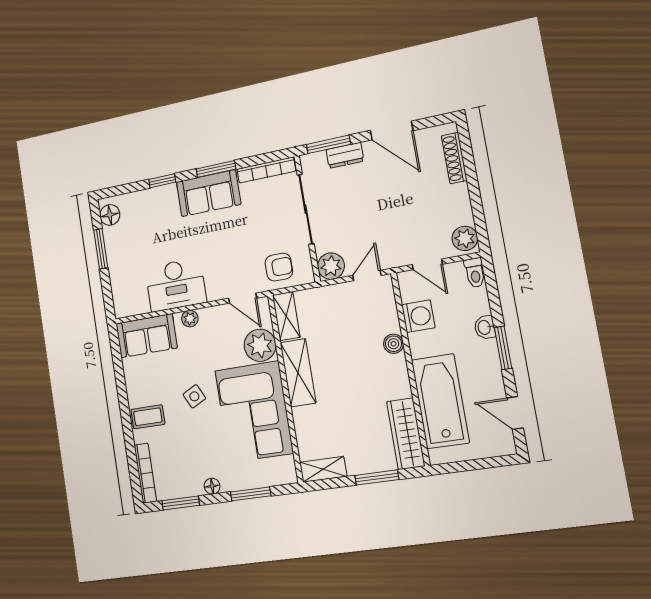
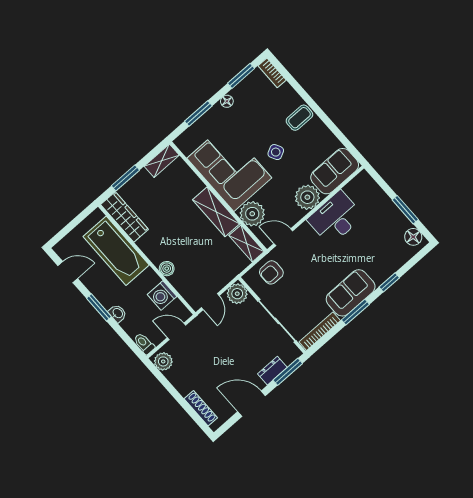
plant: (190, 319) -> (307, 197), width x1.88, depth x1.88
bookcase: (145, 473) -> (272, 73), width x0.64

